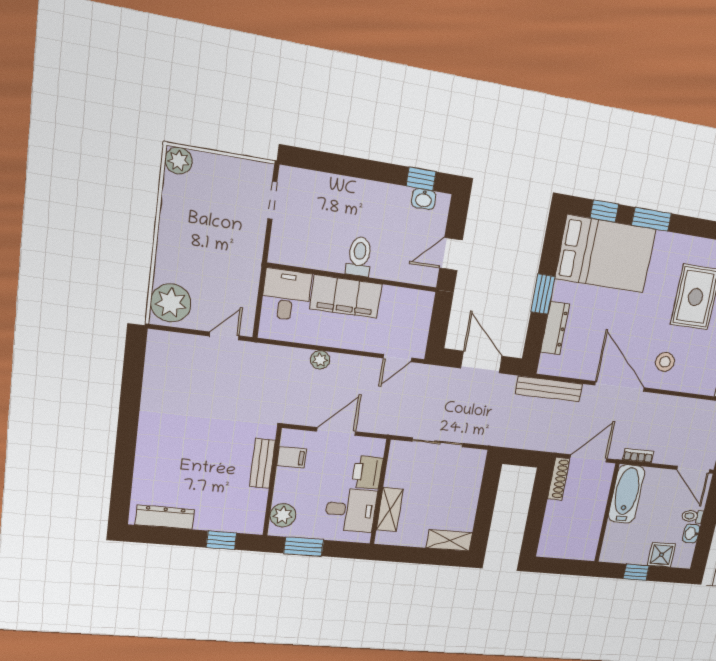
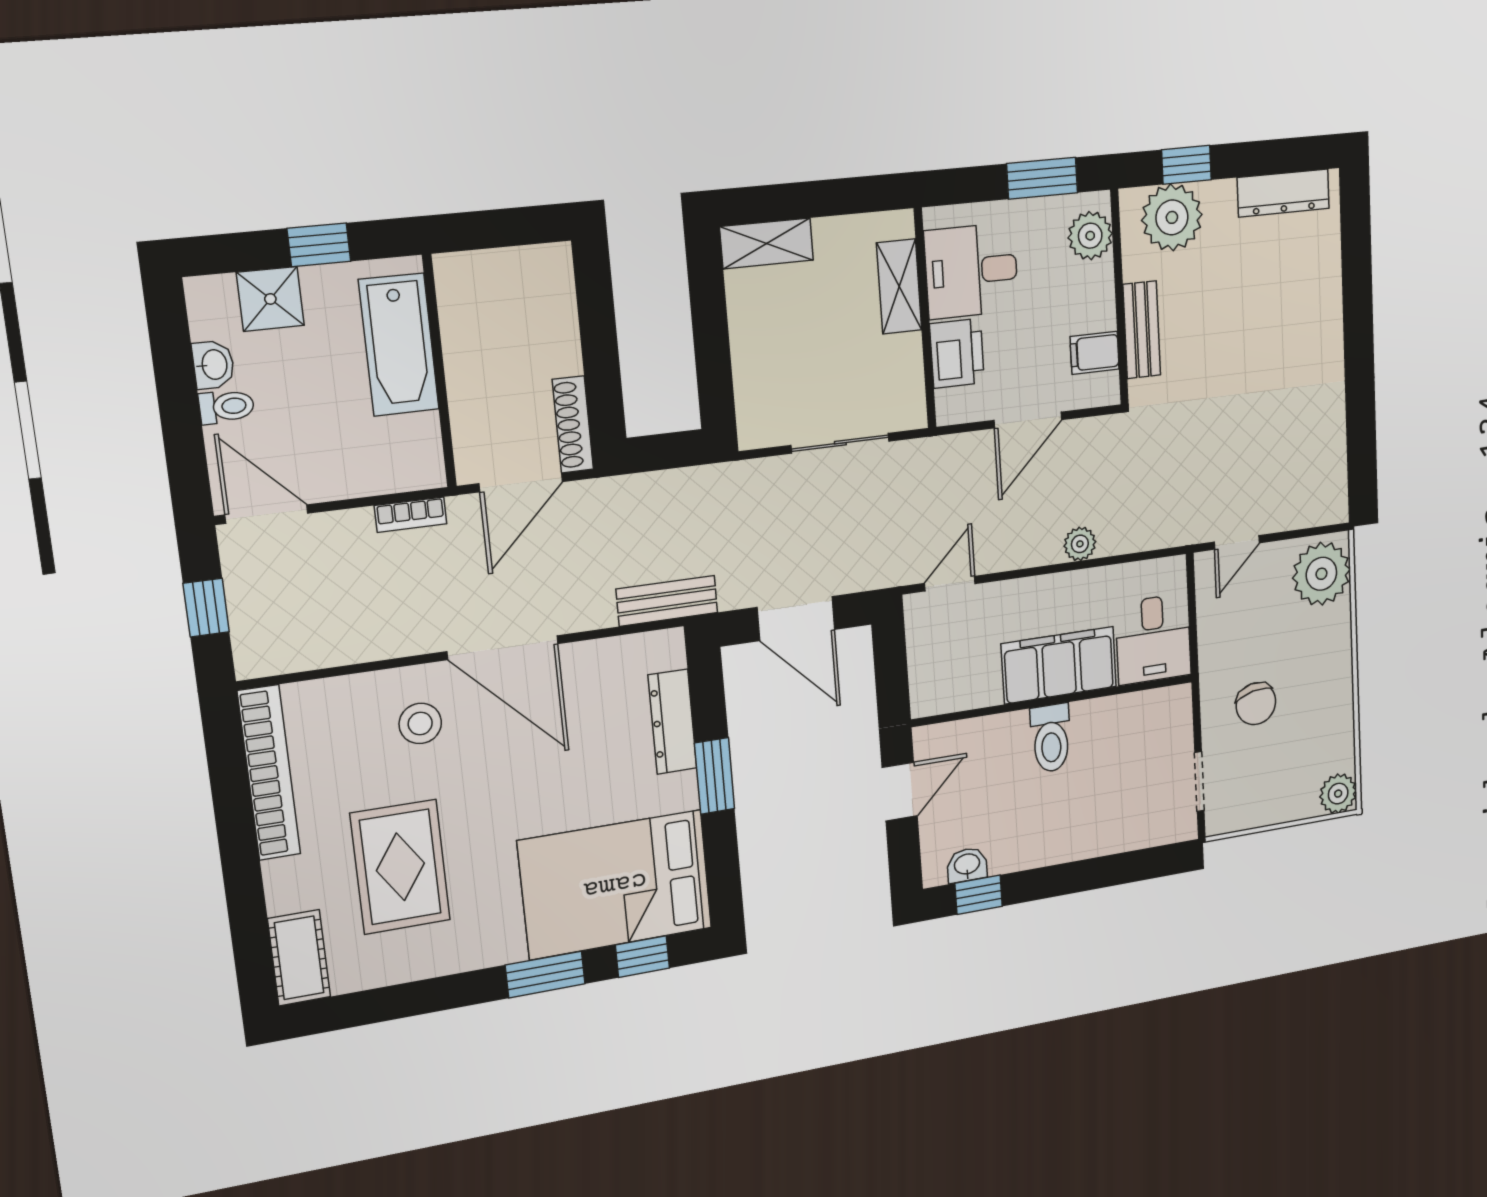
chair: (227, 237) -> (1256, 704), added
bench: (549, 389) -> (667, 601), width x0.73
bathtub: (626, 494) -> (399, 345), moved
plant: (234, 516) -> (1172, 217), added

